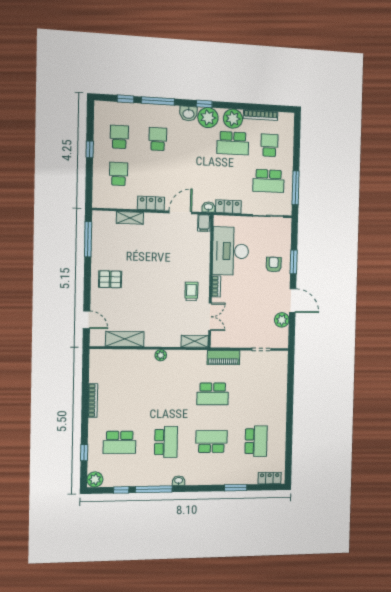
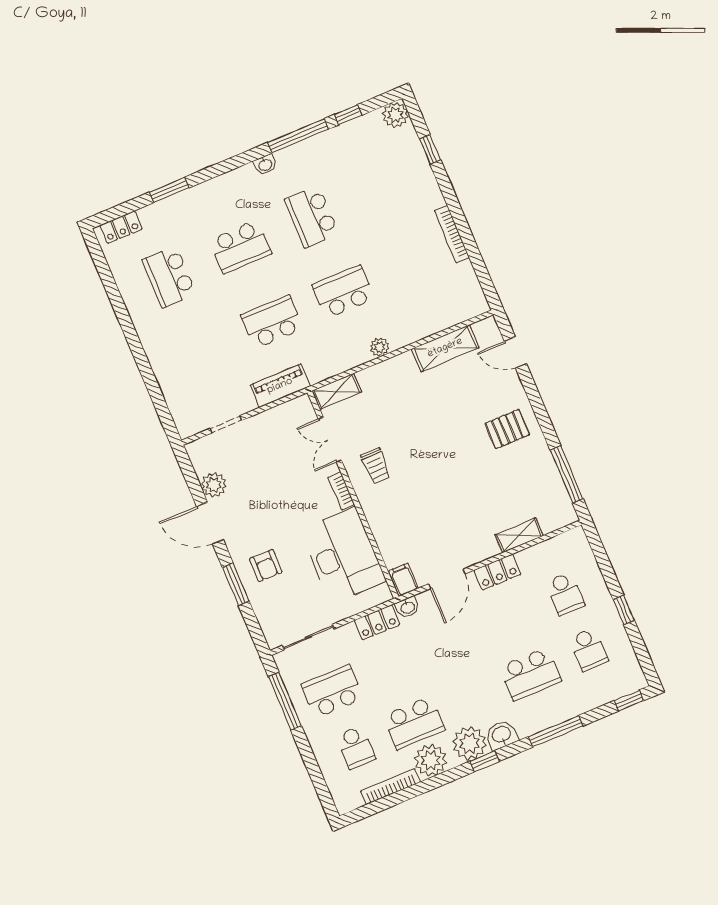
window: (126, 99) -> (629, 701), moved
school desk: (158, 139) -> (530, 674), width x1.85
school desk: (233, 143) -> (414, 723), turned 180
school desk: (120, 442) -> (343, 292), moved

